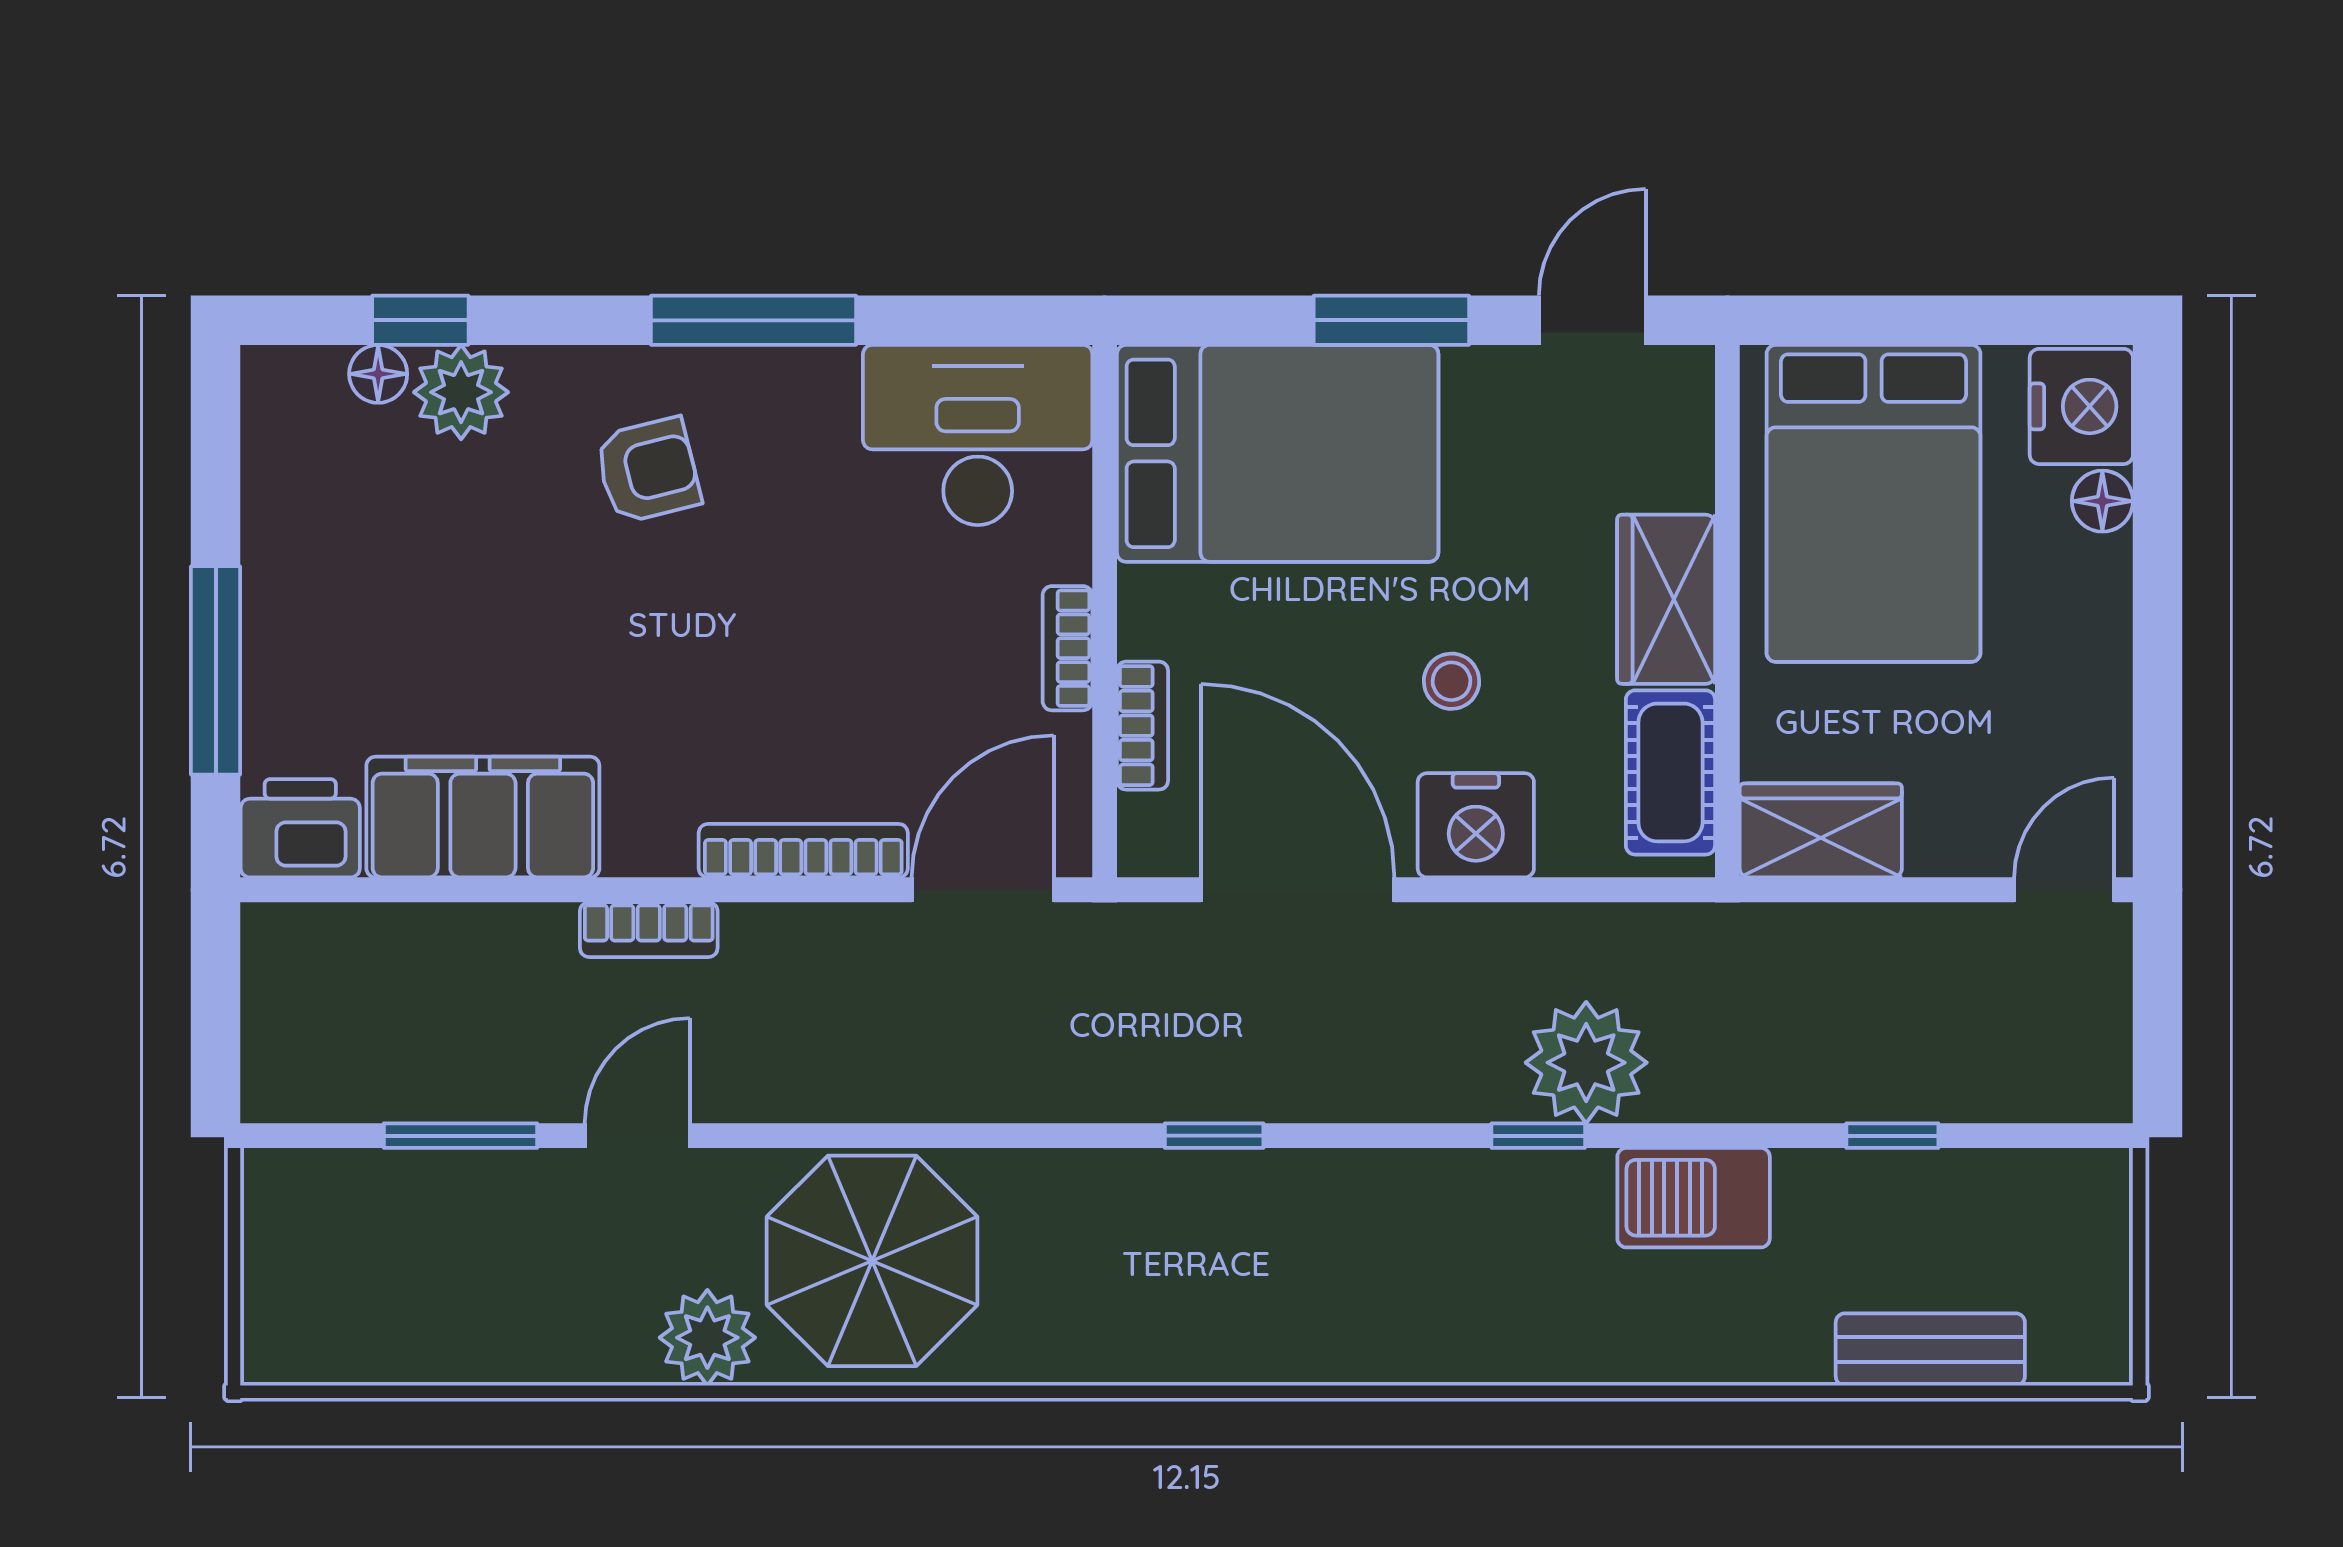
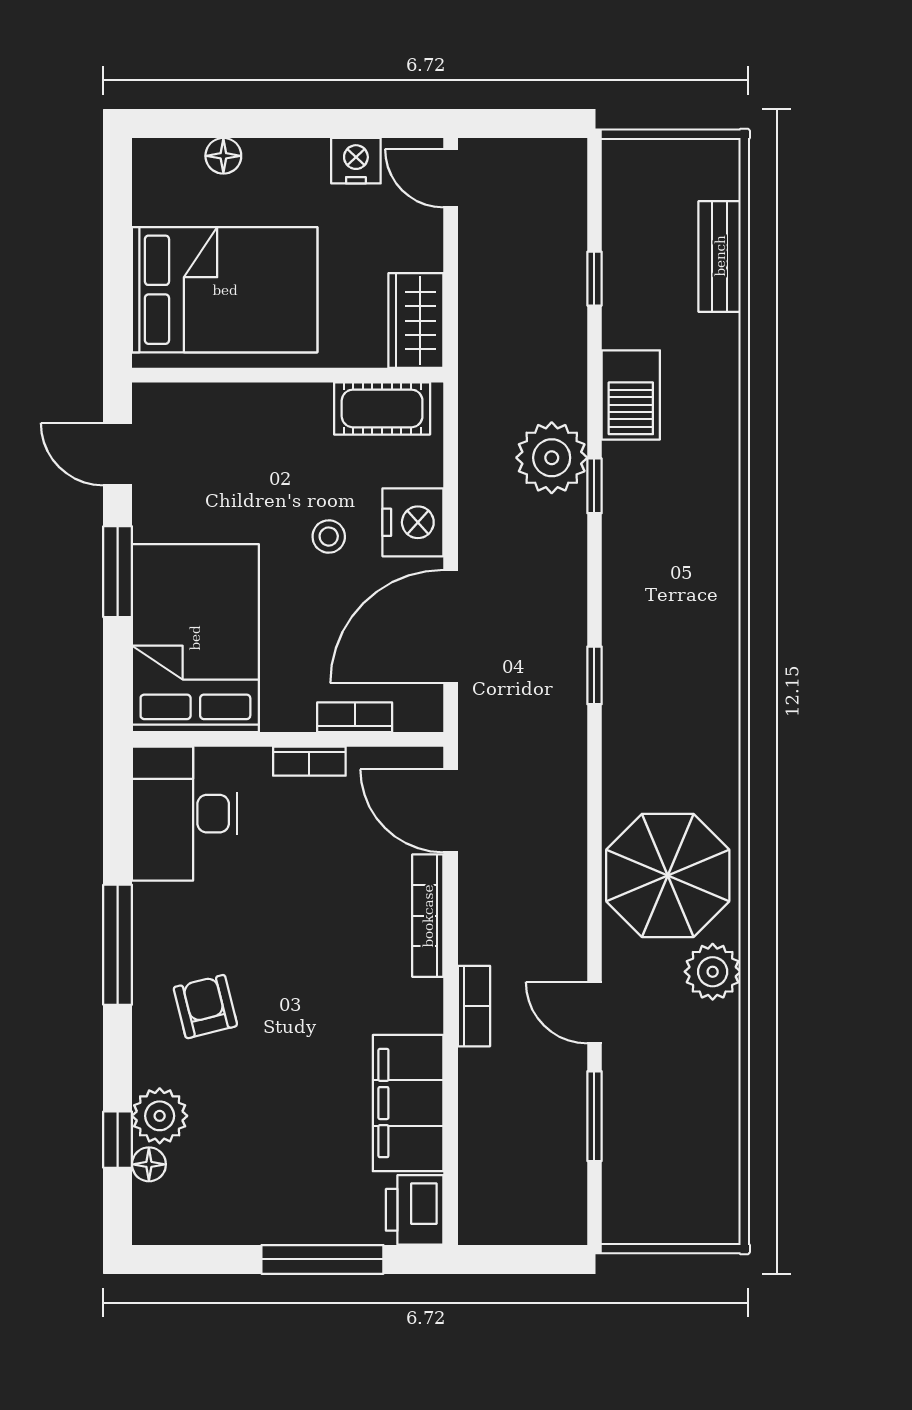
nightstand: (2081, 406) -> (356, 161), moved, width x0.74, depth x0.75
wardrobe: (1666, 599) -> (281, 411), removed

